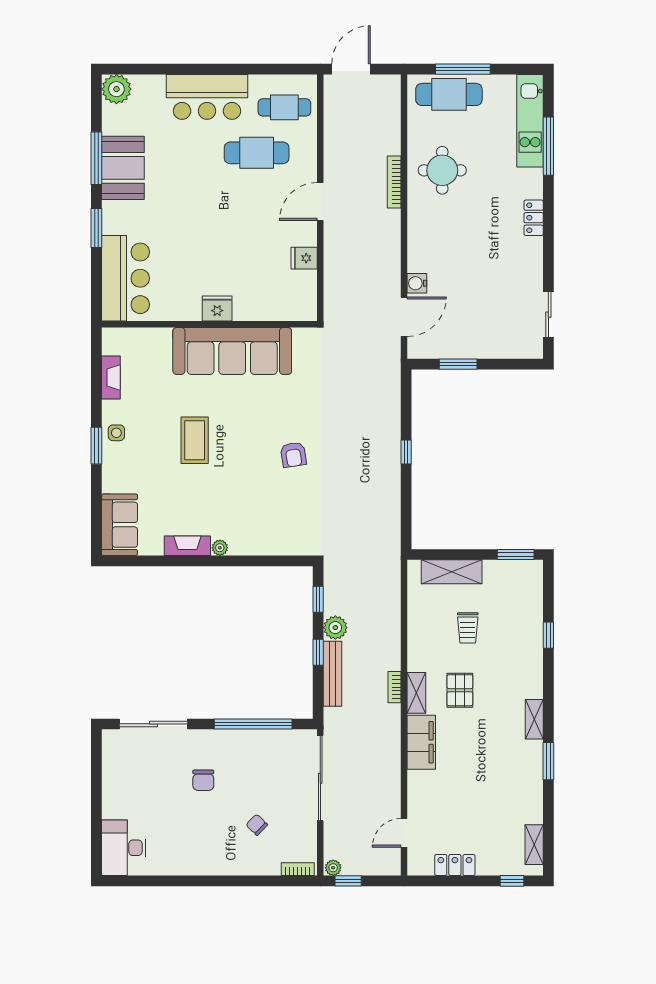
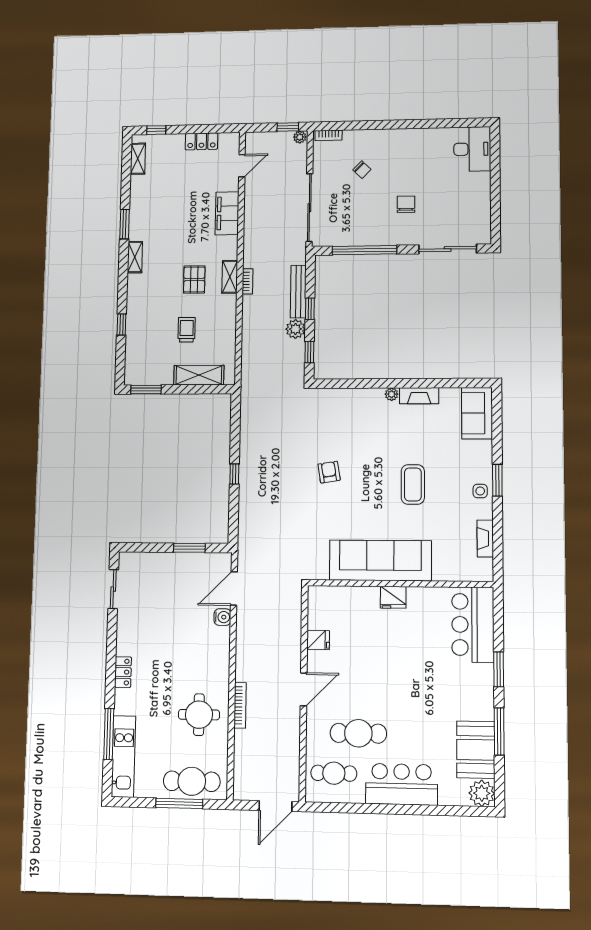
booth: (123, 168) -> (476, 750), moved
filing cabinet: (421, 742) -> (227, 213), moved

